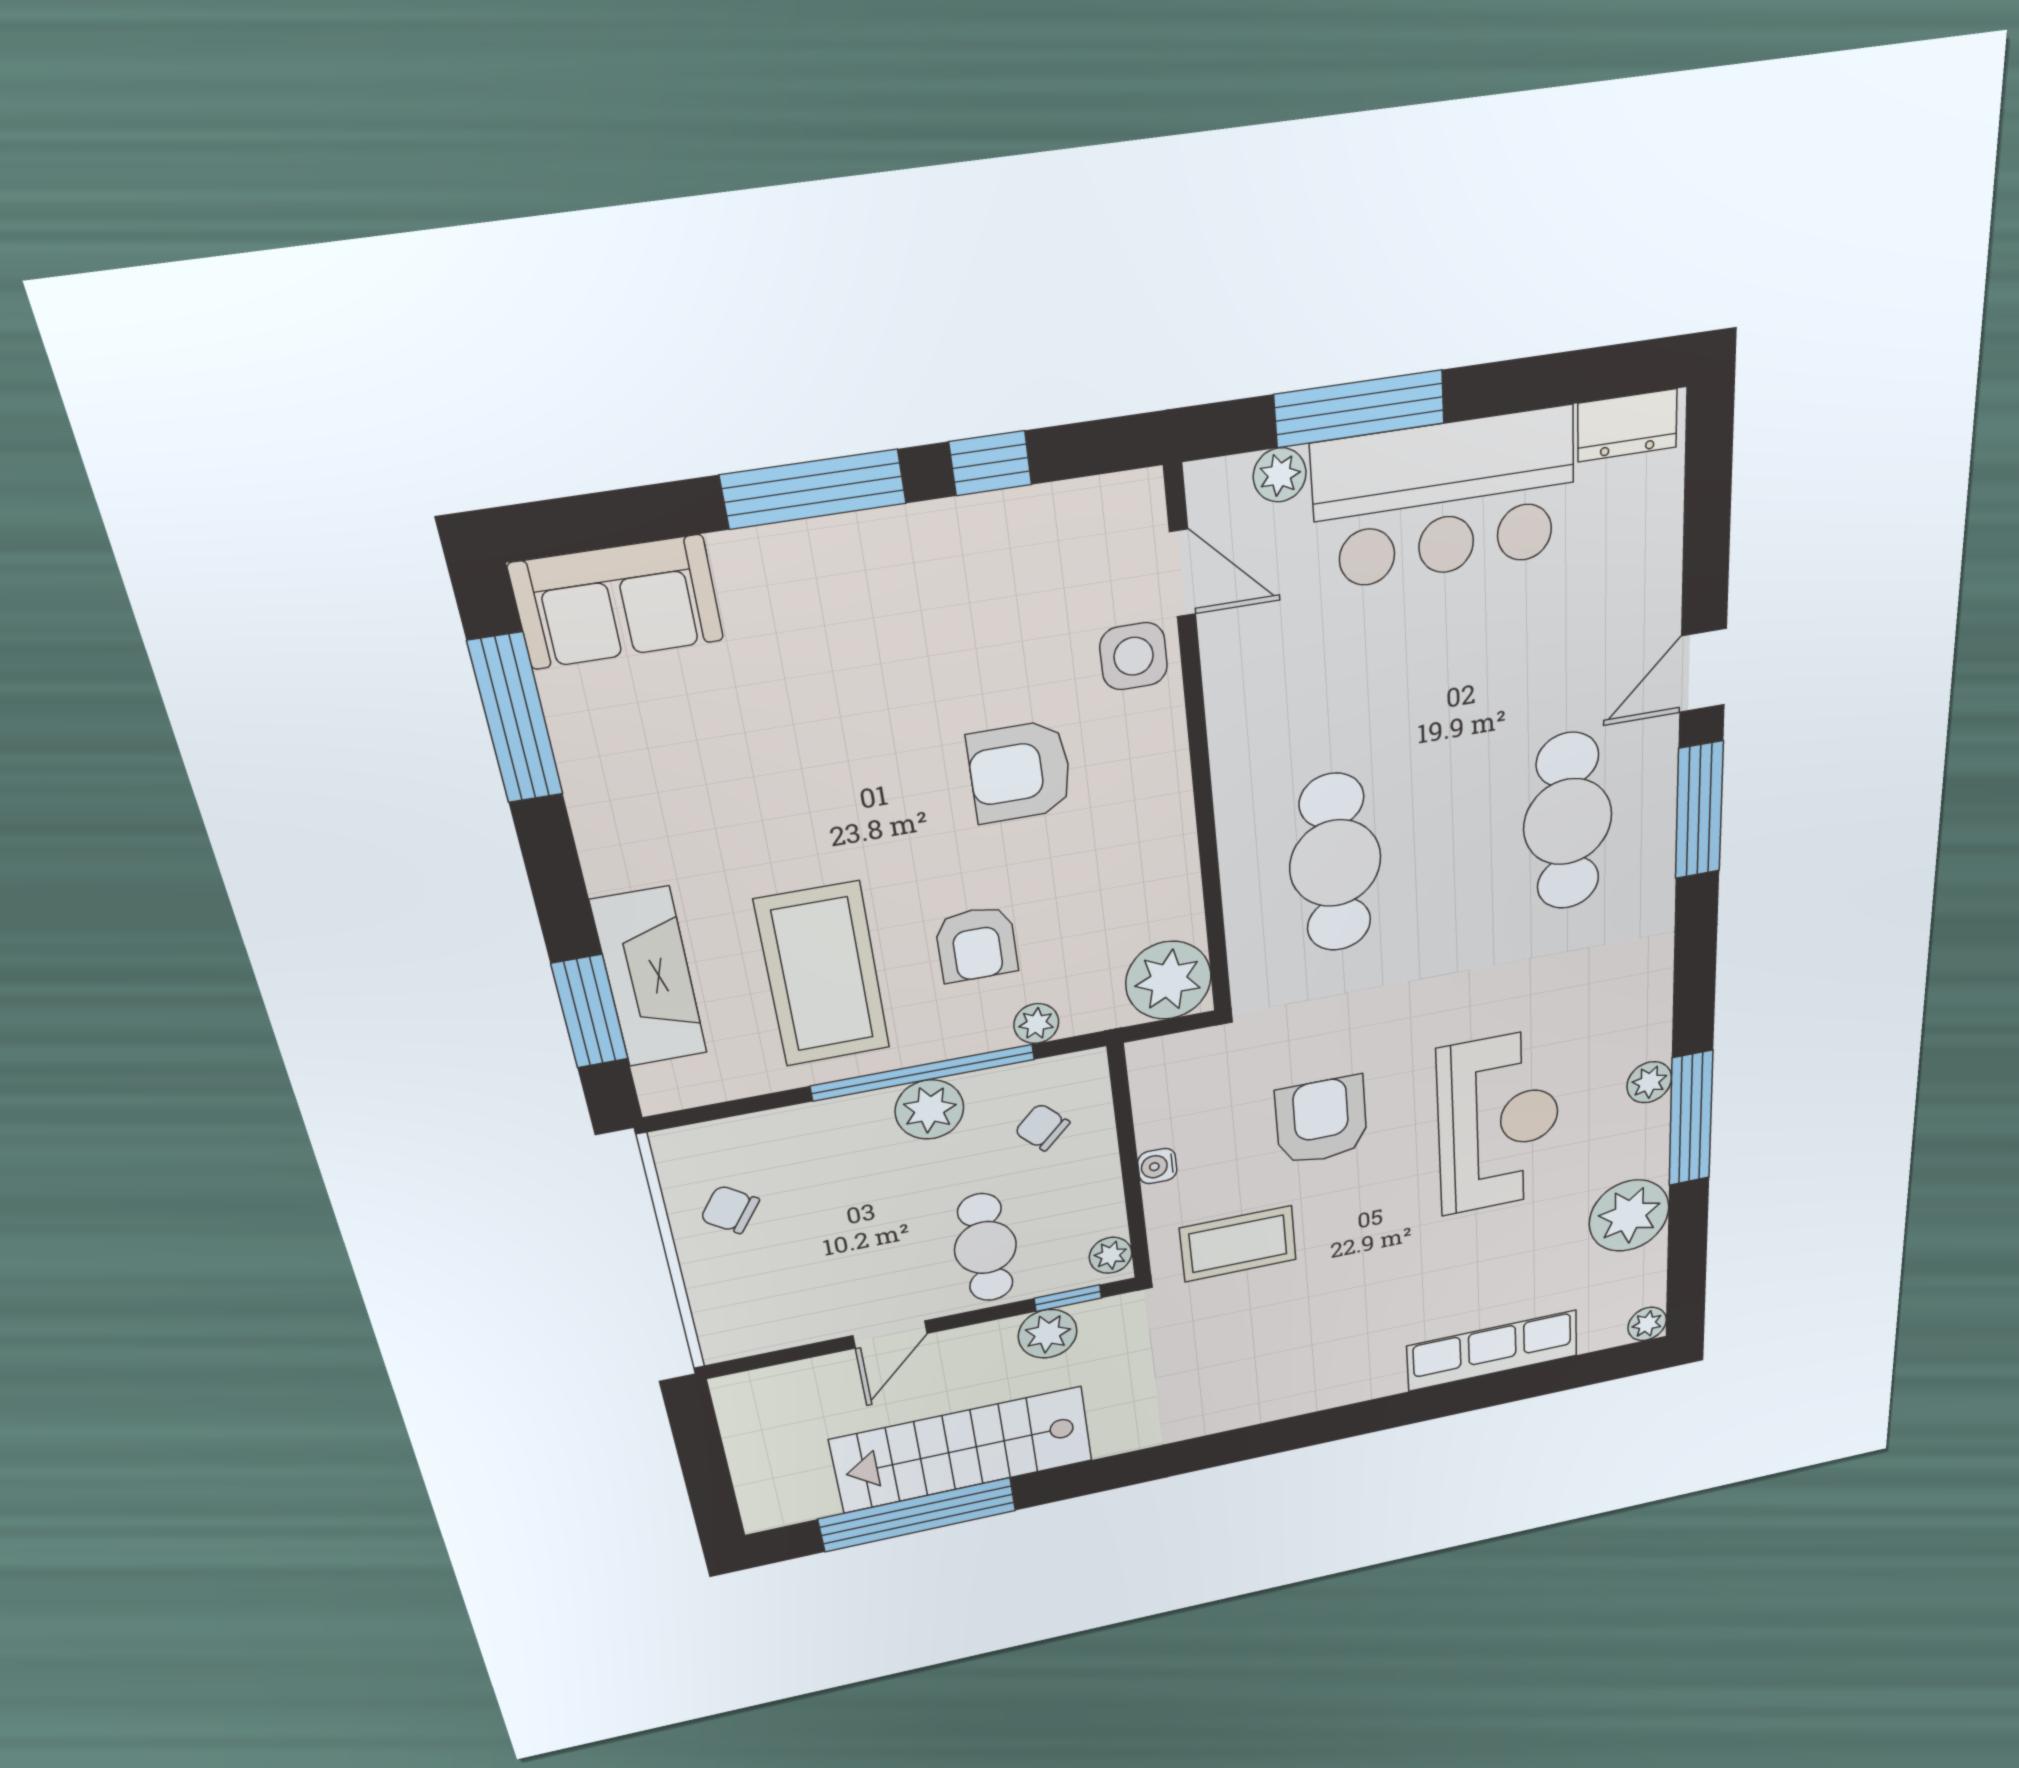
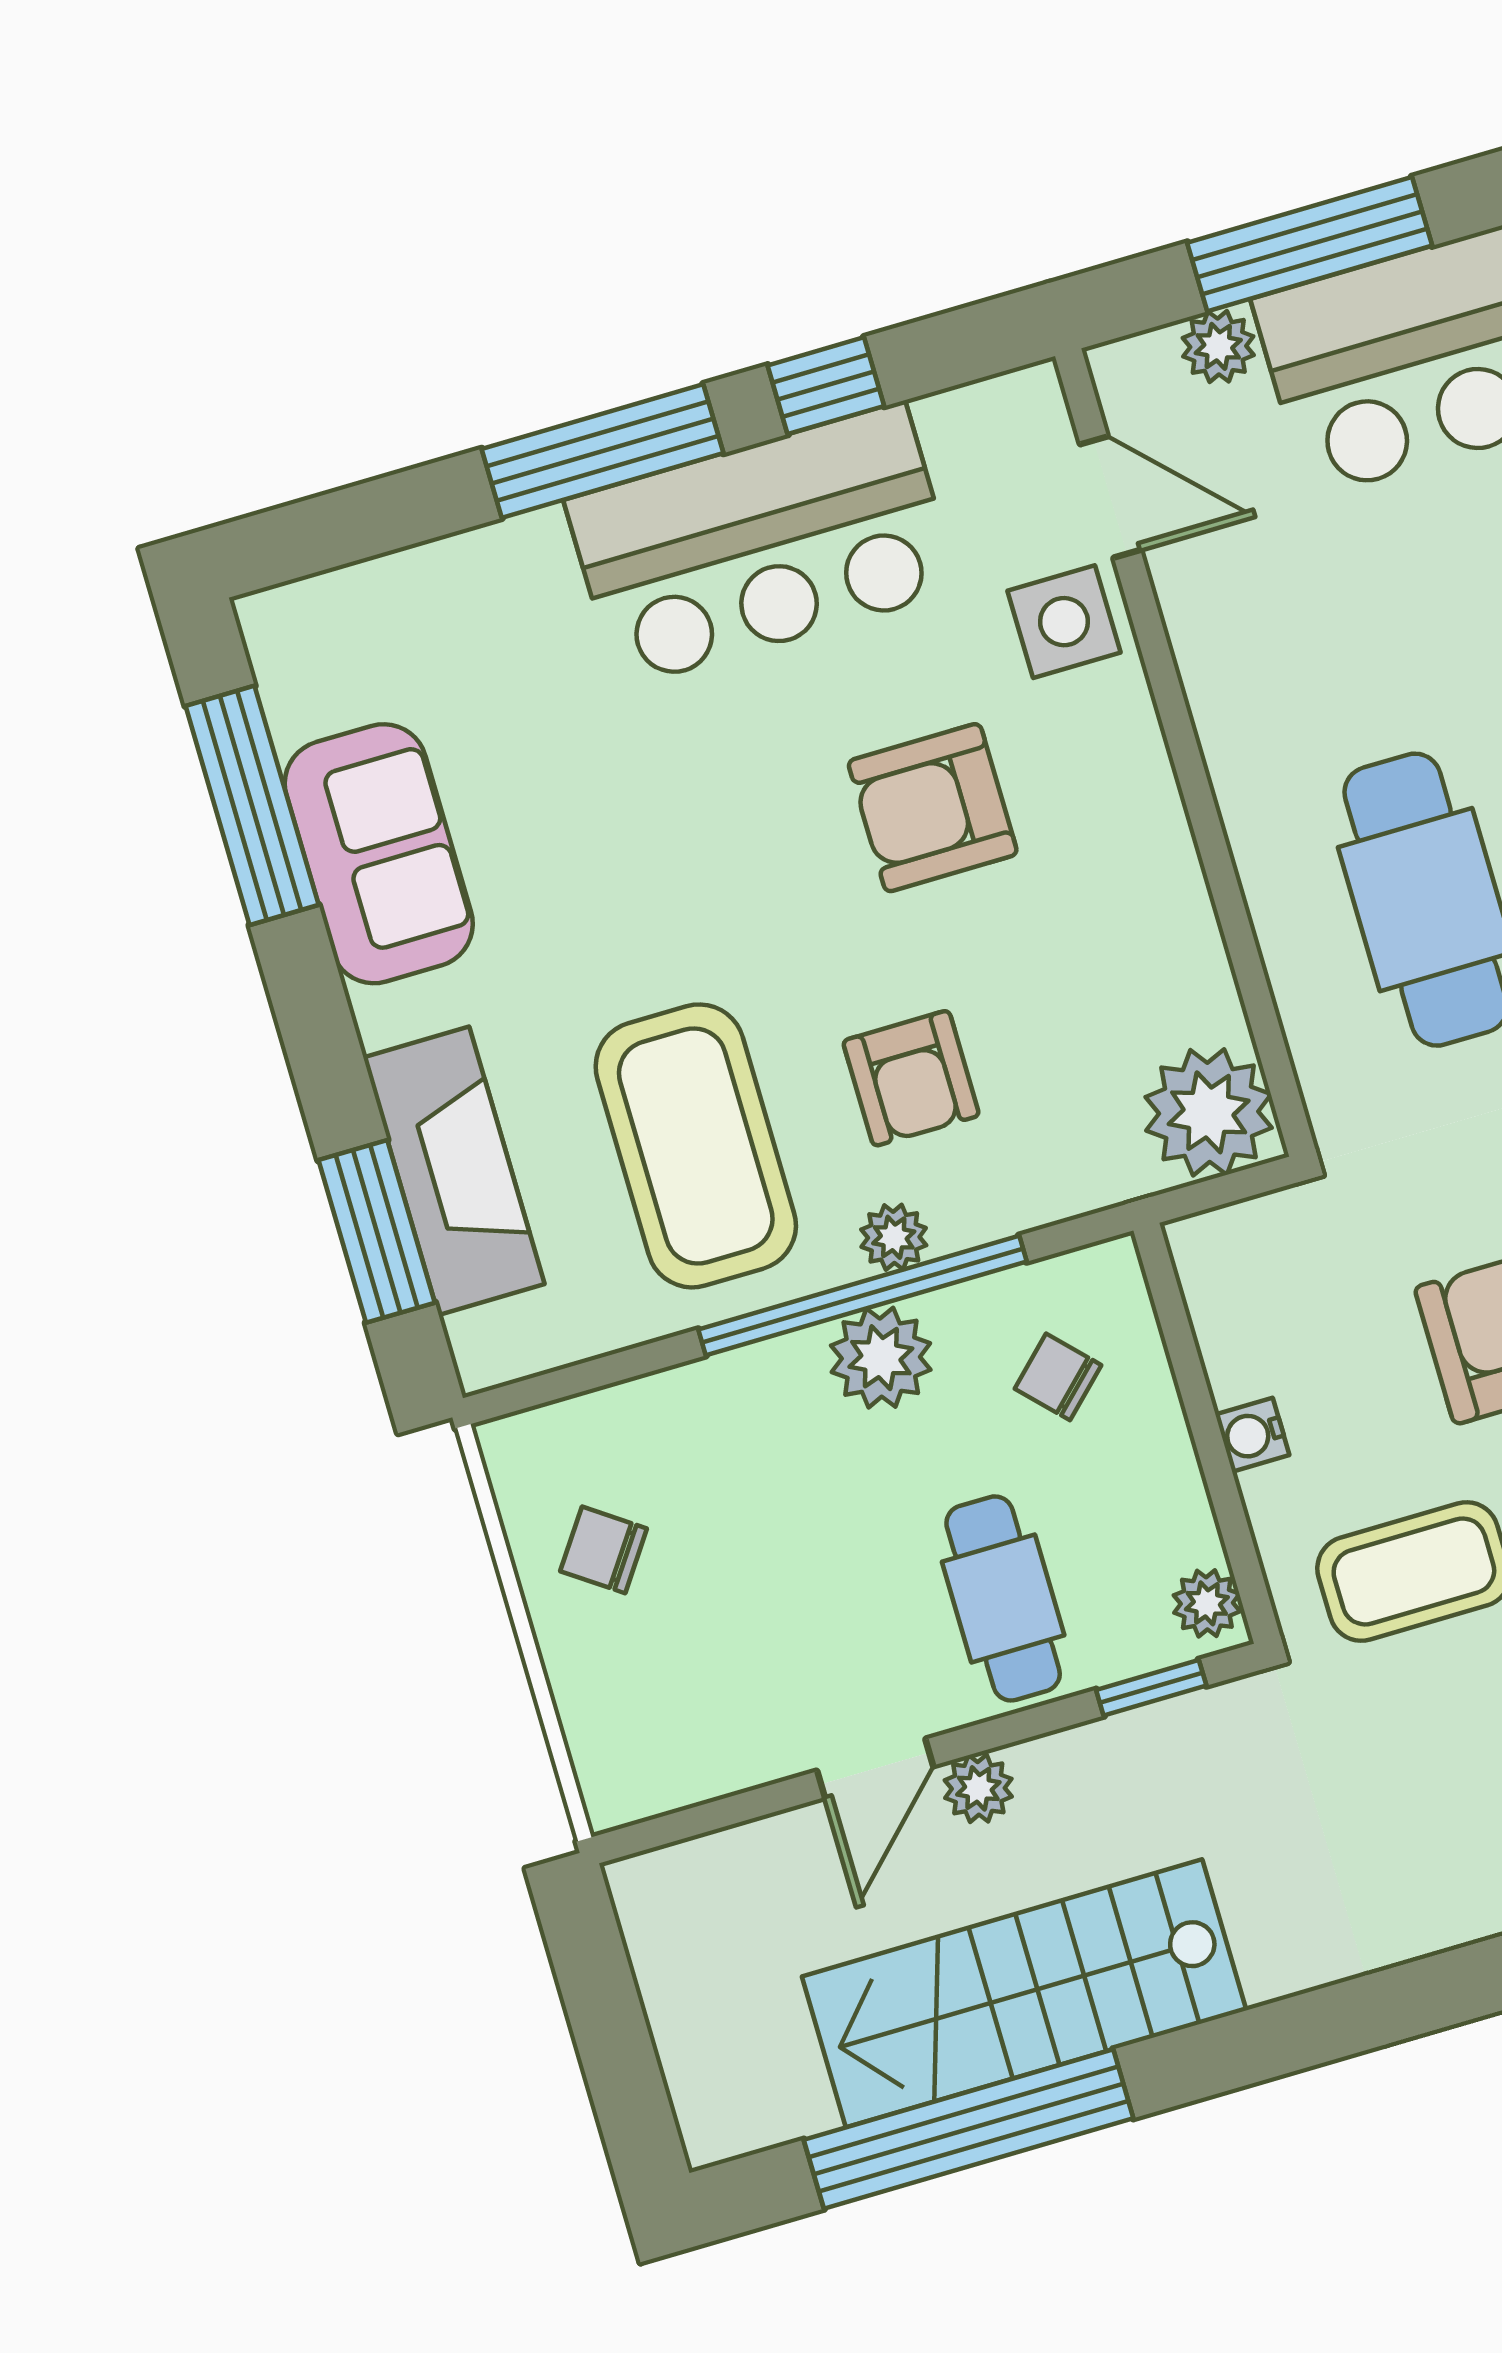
bar counter: (925, 575) -> (762, 545), added
sofa: (617, 602) -> (379, 854), moved, turned -90
plant: (1036, 1024) -> (894, 1237), moved
plant: (1048, 1334) -> (978, 1788), moved, width x0.73, depth x0.73

